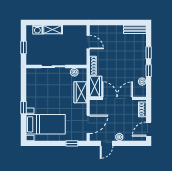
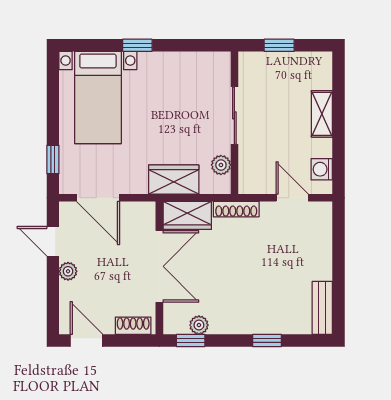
washing machine: (37, 30) -> (322, 169), moved
door: (88, 42) -> (292, 198), swing flipped
window: (149, 71) -> (191, 340), moved

